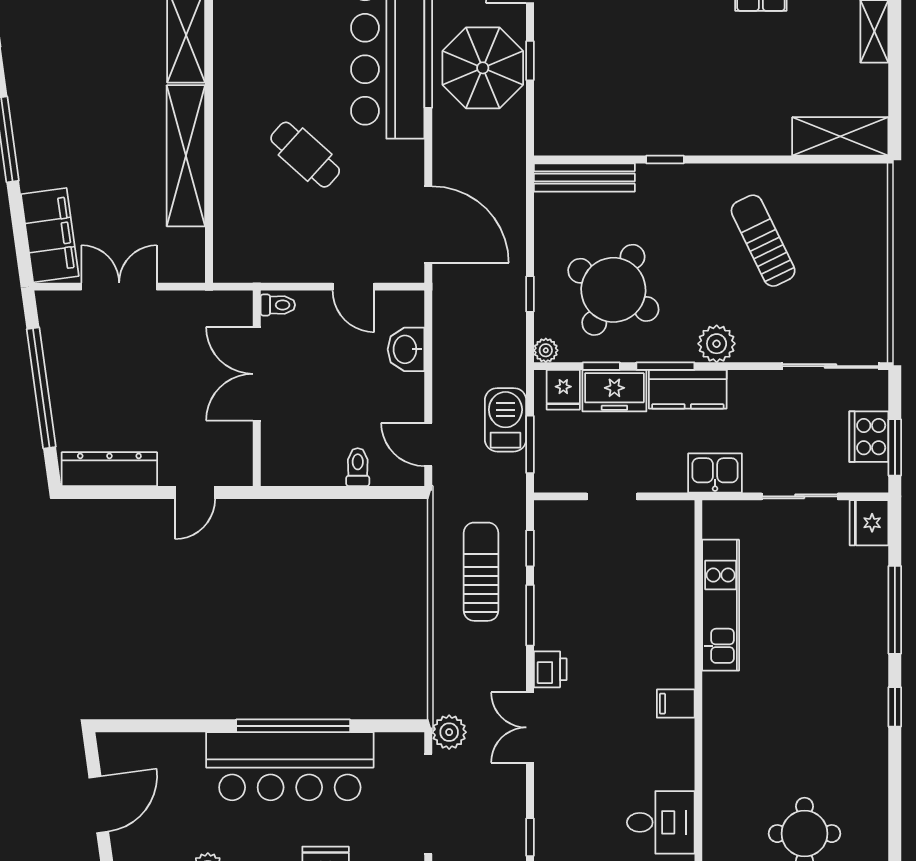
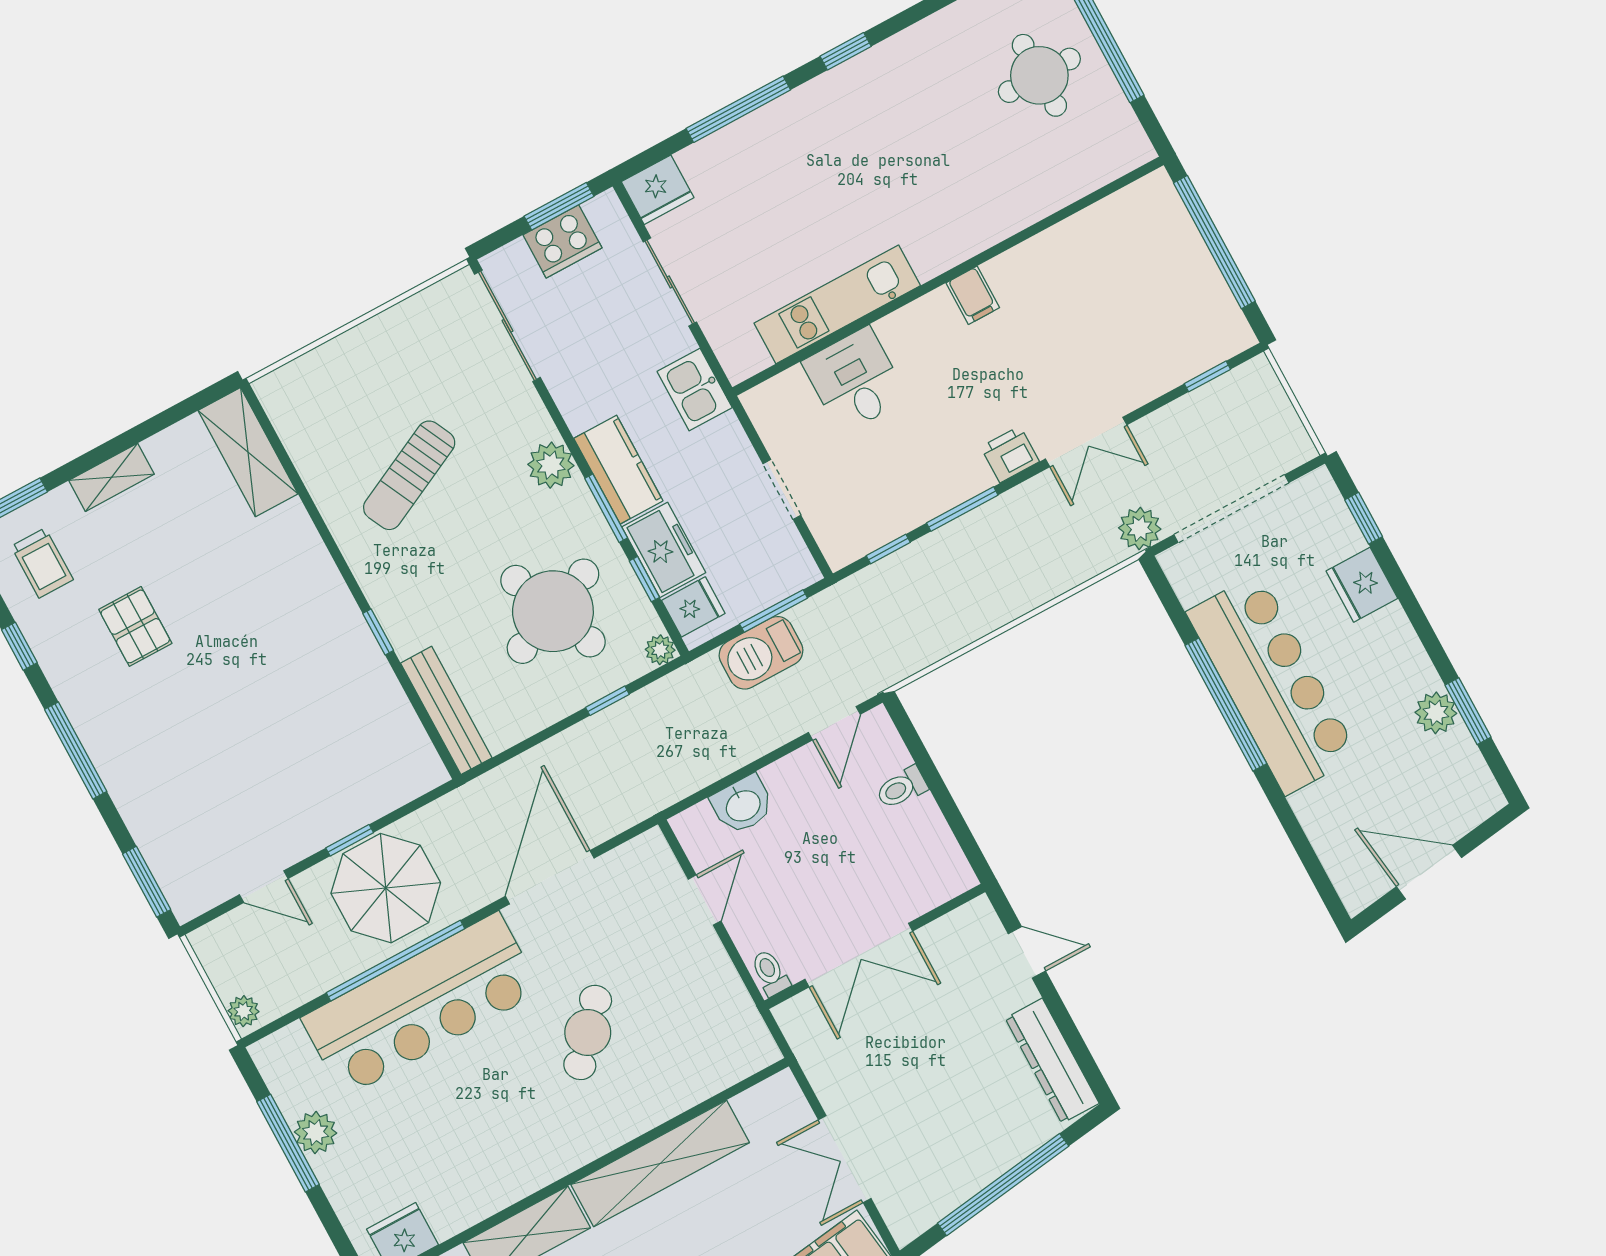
door: (428, 225) -> (550, 877), moved
round table: (613, 290) -> (553, 611), turned 38
sun lounger: (481, 572) -> (943, 589), removed
desk: (661, 822) -> (855, 380), moved

